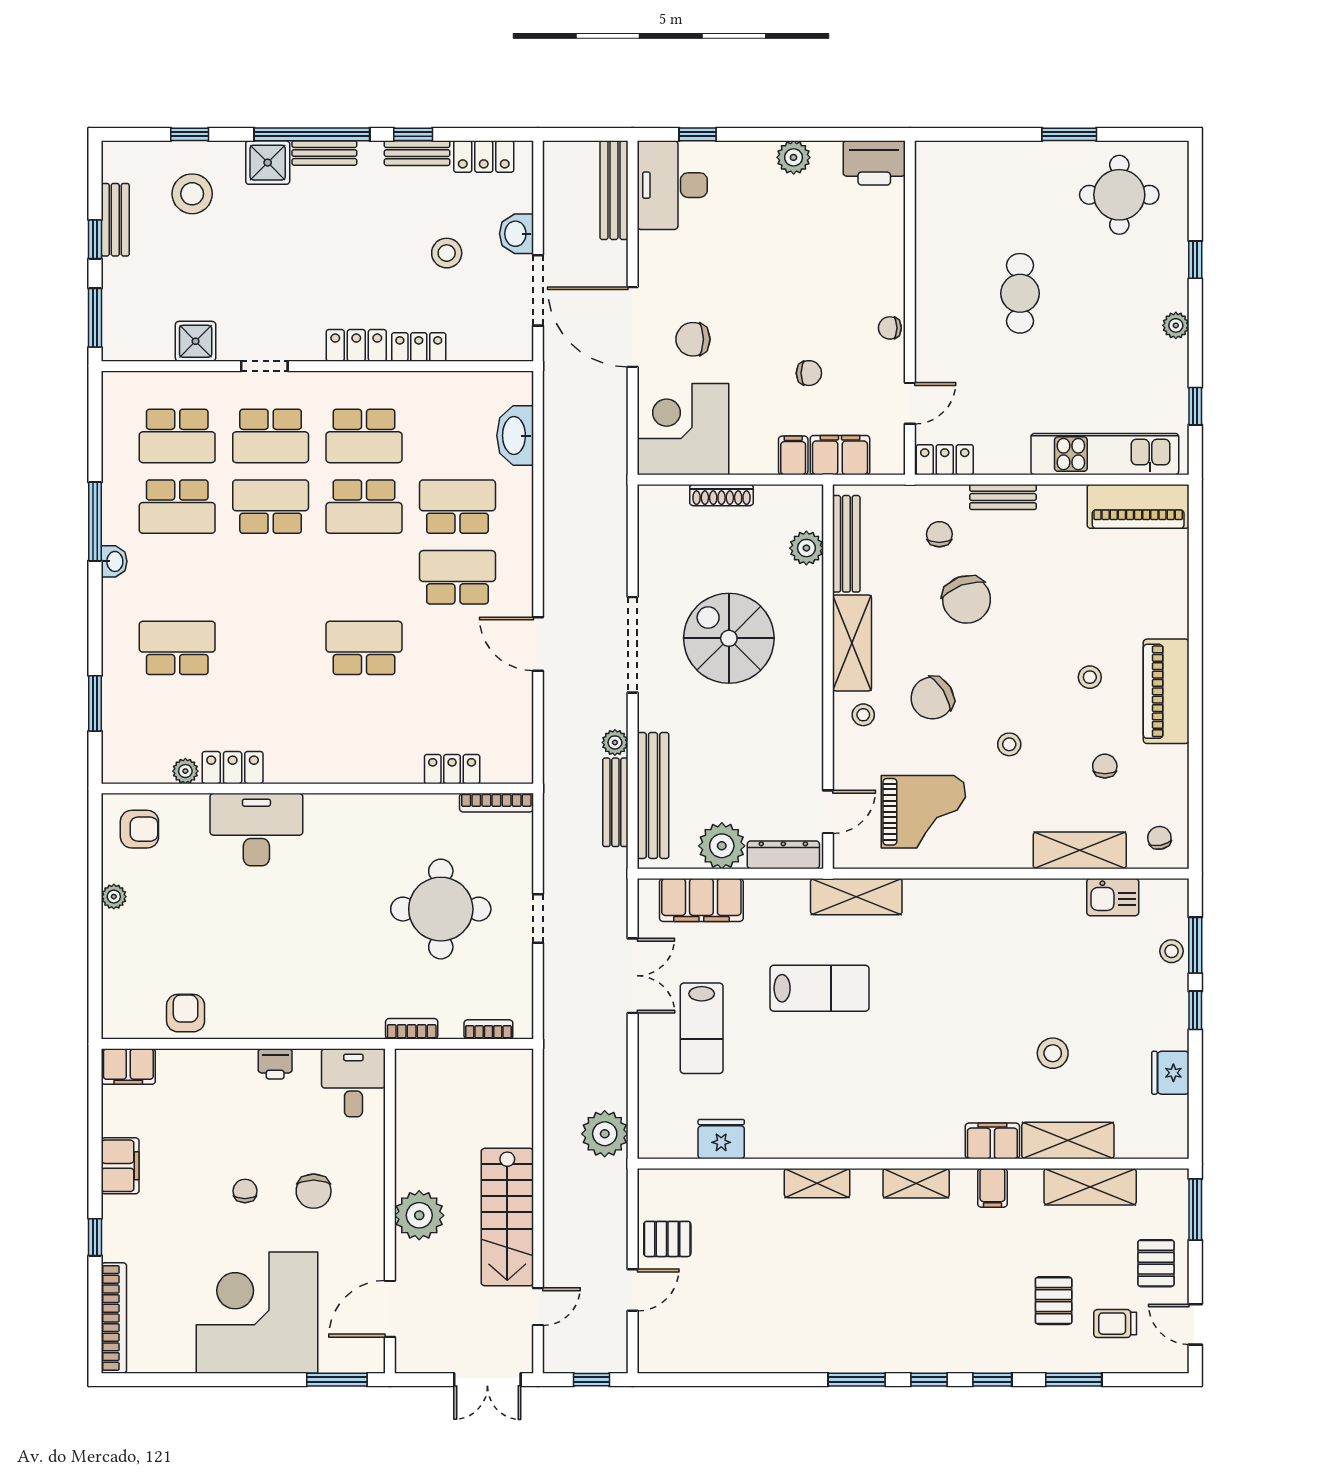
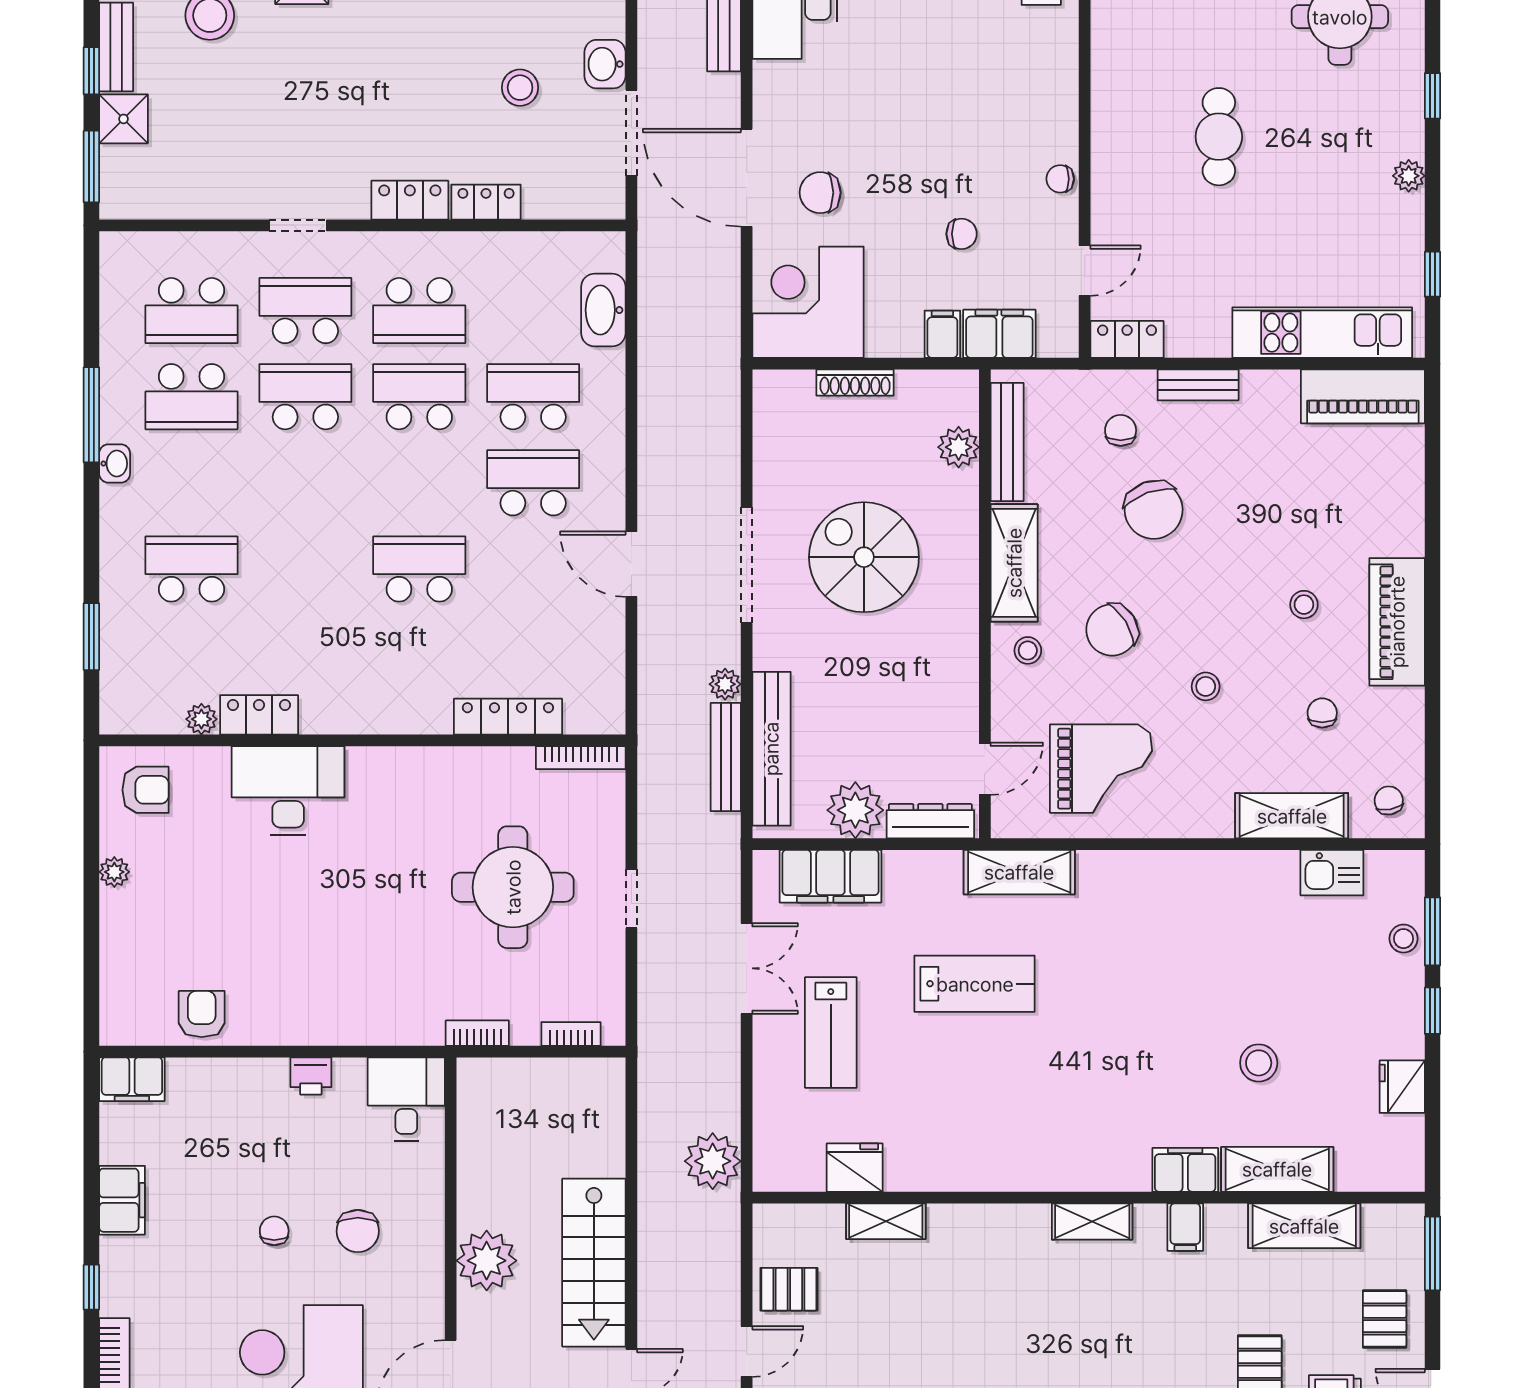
shower: (196, 341) -> (124, 119), moved
school desk: (271, 436) -> (305, 311), turned 180
school desk: (364, 507) -> (419, 397), turned 180
locker: (452, 769) -> (508, 717), width x1.53
shelving: (817, 1183) -> (886, 1221), moved

